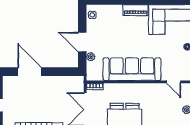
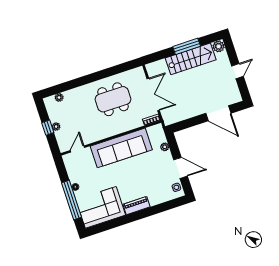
door: (82, 42) -> (181, 168), moved
door: (174, 82) -> (77, 149), hinge flipped

